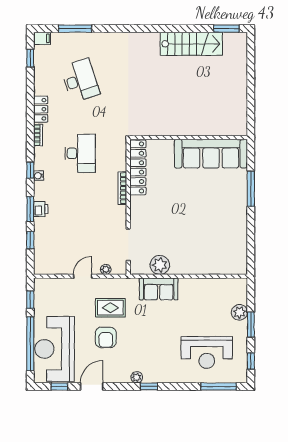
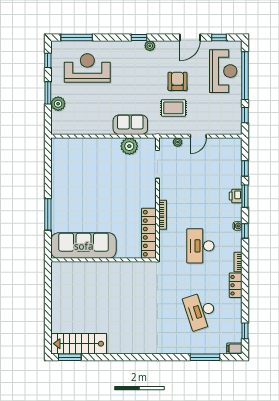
stairs: (191, 44) -> (79, 344), moved
reception desk: (55, 349) -> (223, 71), width x0.74, depth x0.77

